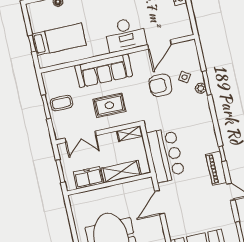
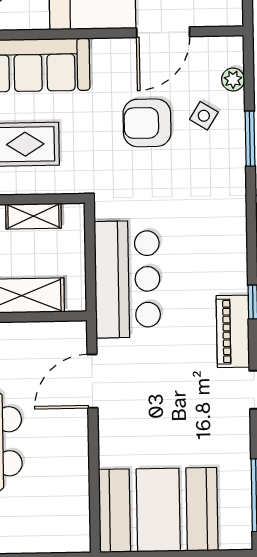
plant: (201, 88) -> (233, 80), moved
shelving: (130, 134) -> (33, 216), moved

